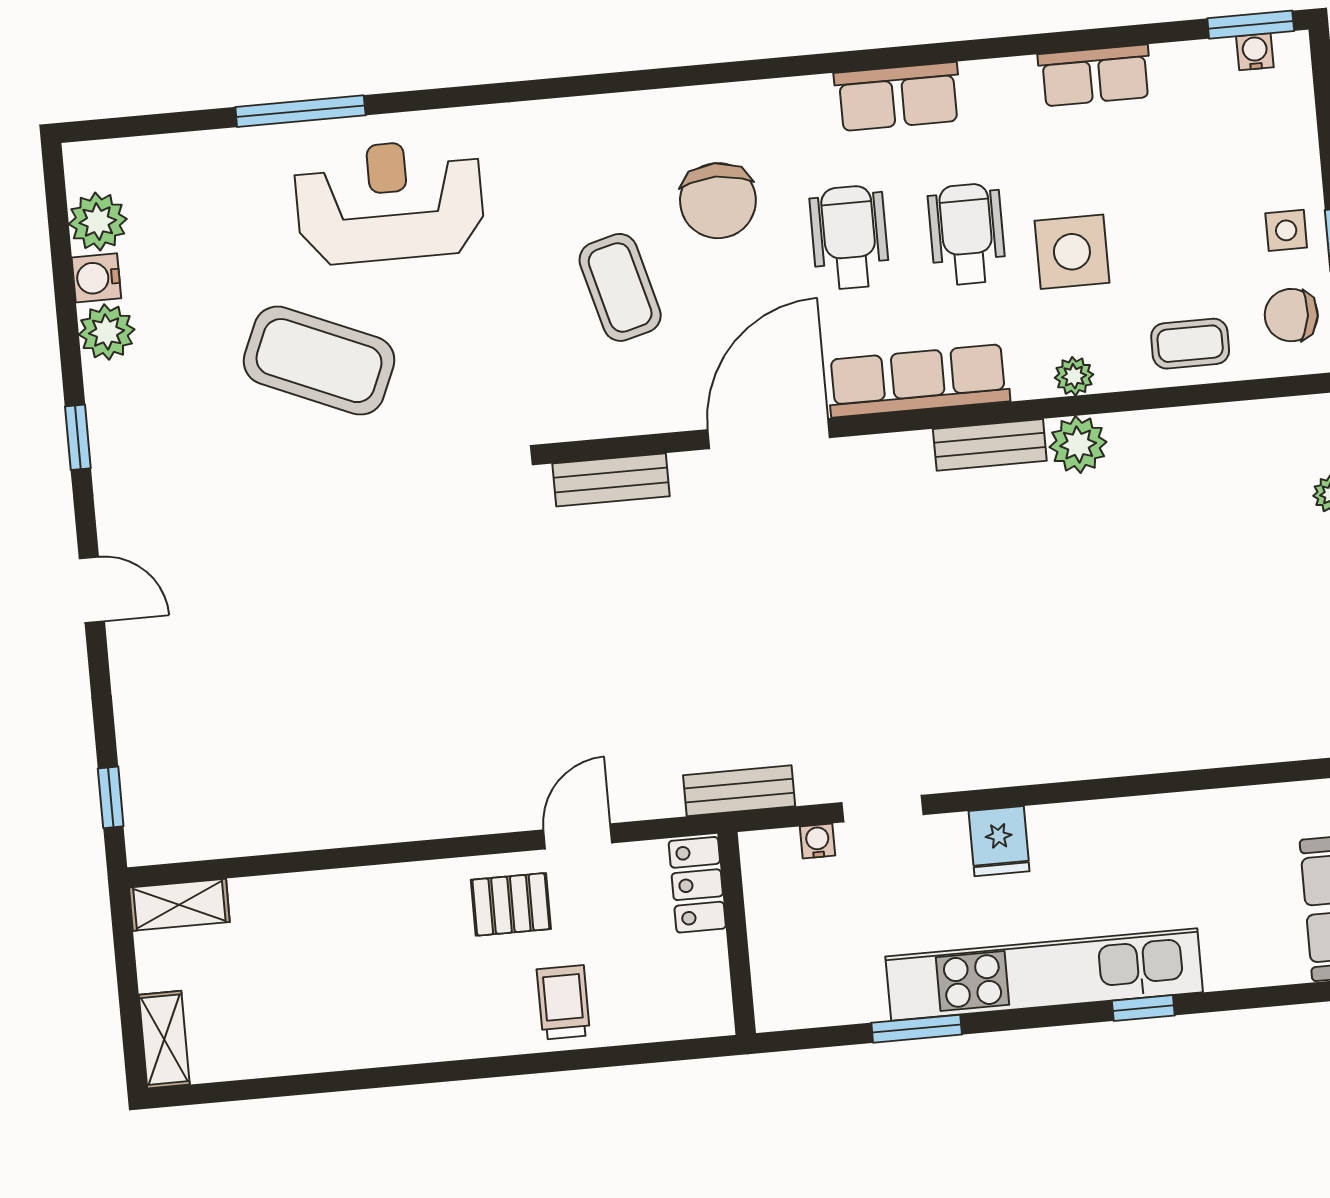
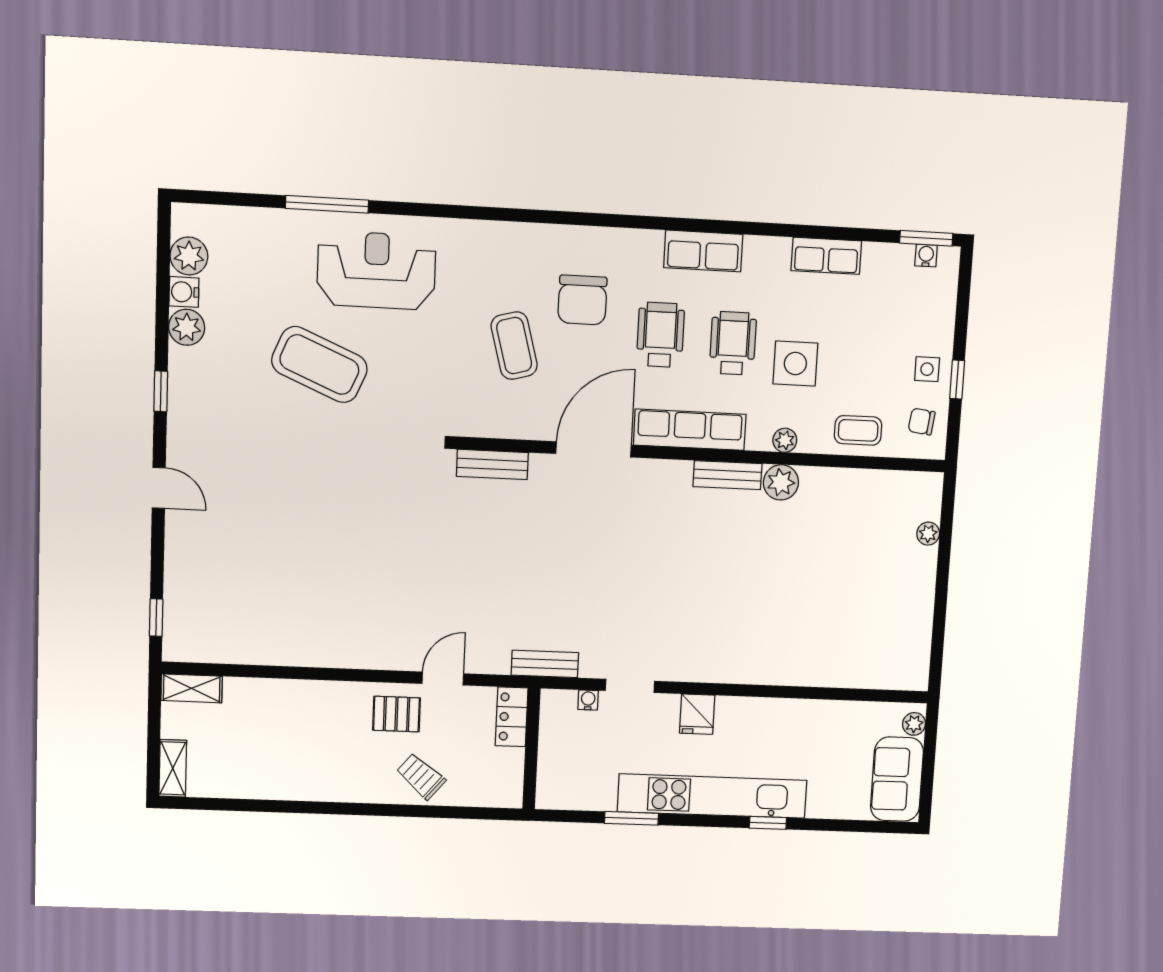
chair: (1291, 315) -> (922, 422), width x0.73, depth x0.73
trolley: (563, 1002) -> (421, 776), turned -50

